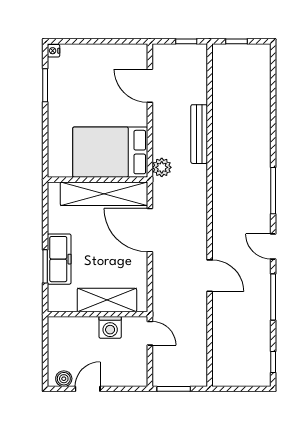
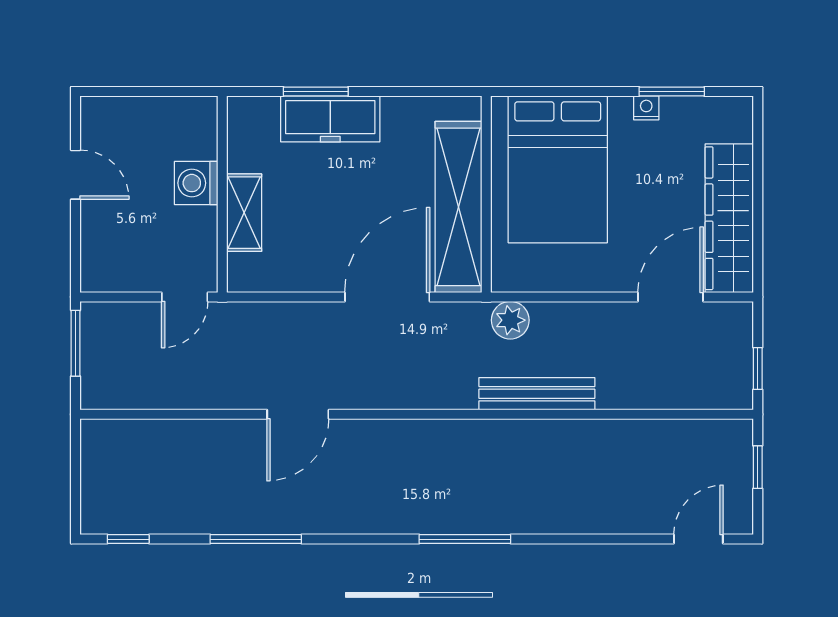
nightstand: (54, 51) -> (646, 108), moved
wardrobe: (110, 56) -> (729, 218), added
bench: (199, 134) -> (537, 394), moved
bed: (110, 152) -> (558, 169), moved, turned 180
door: (273, 247) -> (698, 539), moved
shelving: (107, 300) -> (244, 213), width x0.67, depth x0.75
washing machine: (110, 327) -> (196, 183), moved
boiler: (64, 379) -> (96, 128), removed

